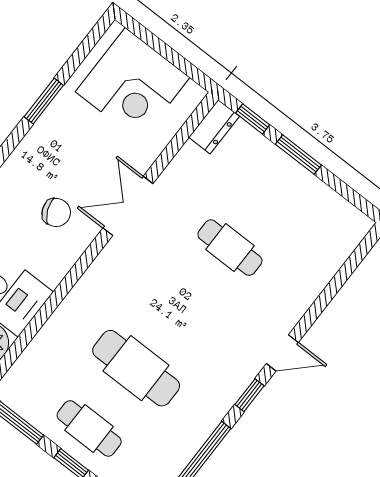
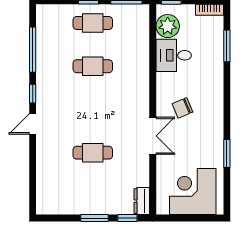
cafe table: (136, 368) -> (93, 66), width x0.73, depth x0.74

